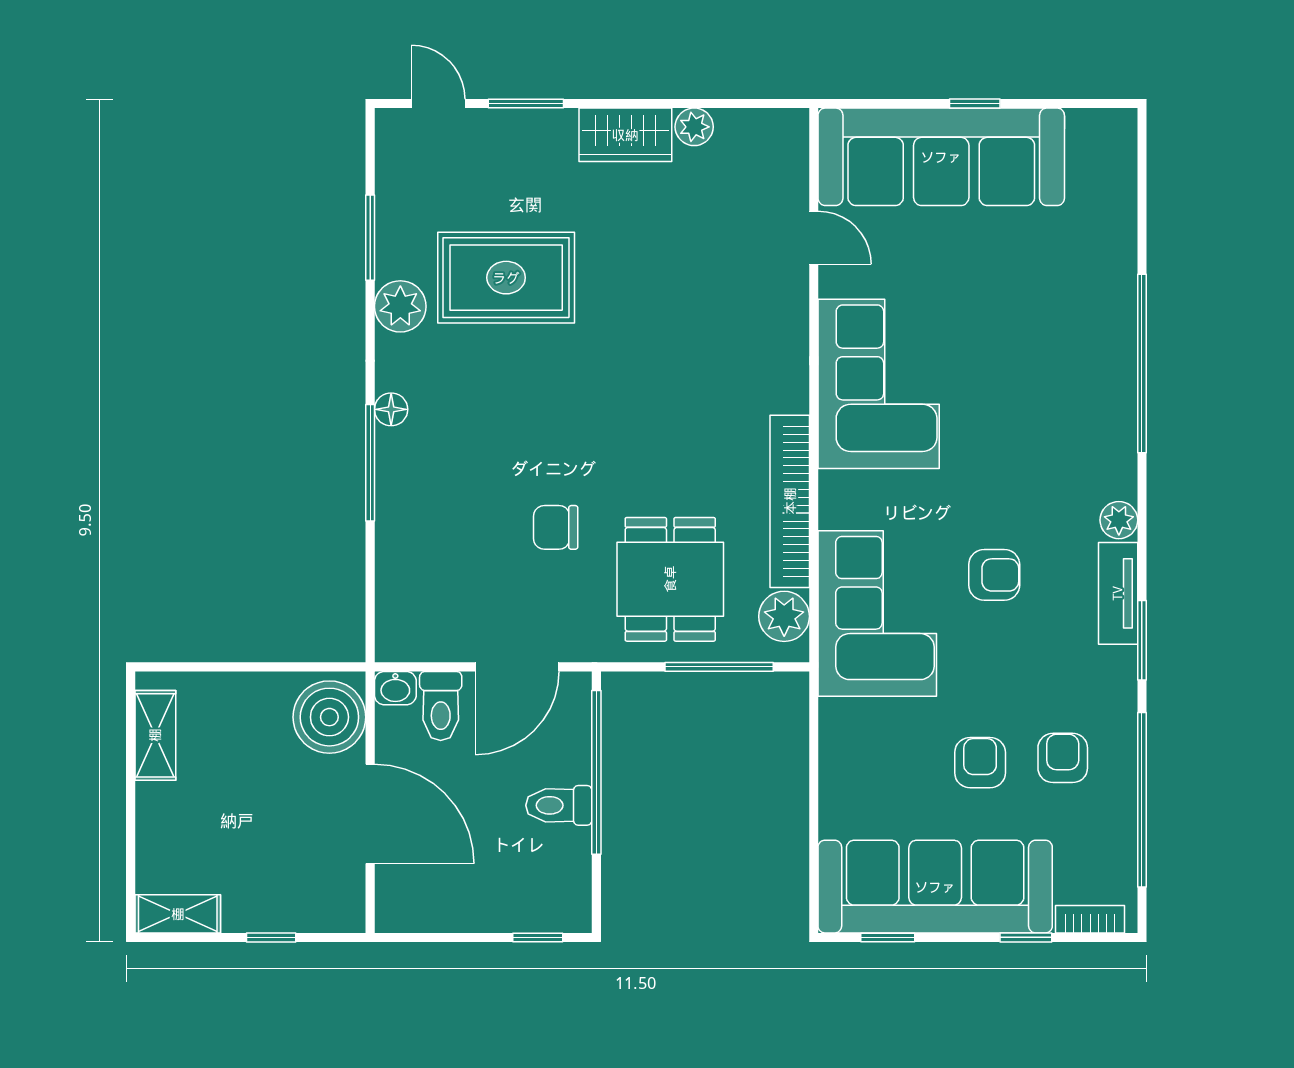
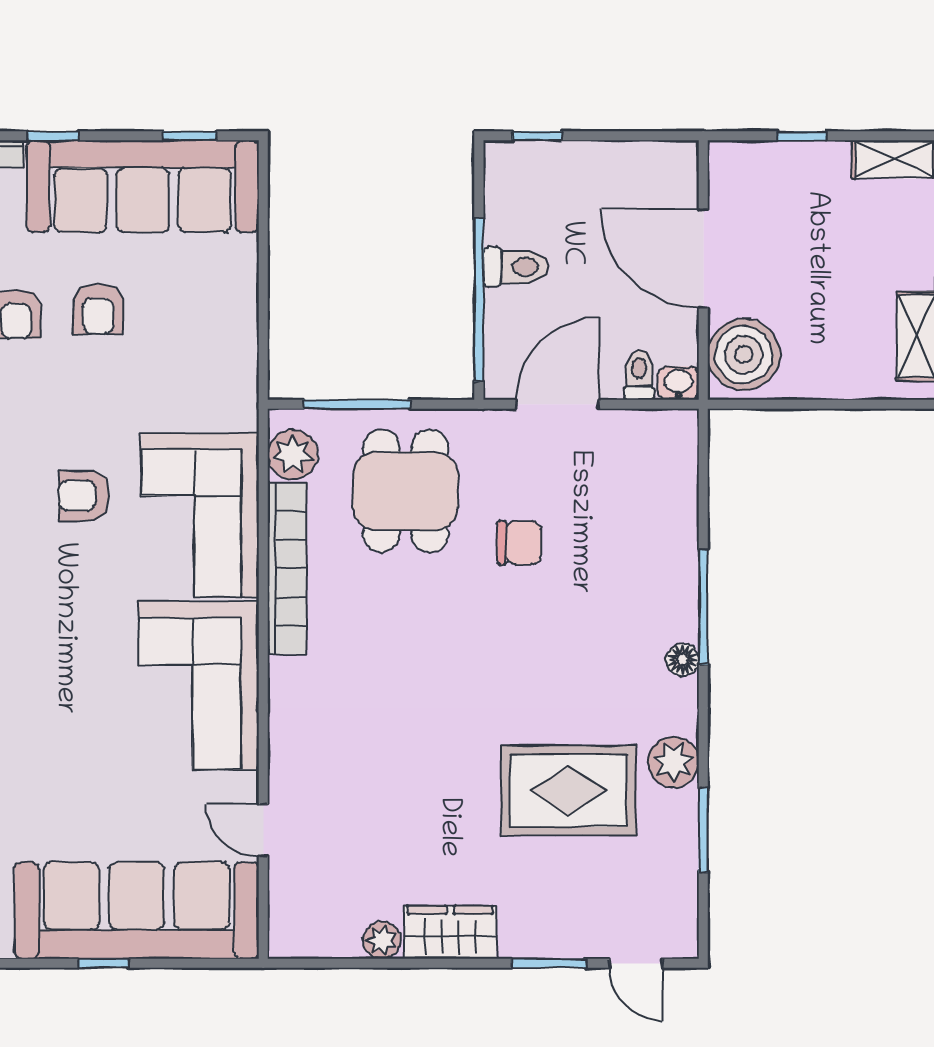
corner sofa: (877, 613) -> (200, 515), moved
toilet: (441, 706) -> (639, 375), width x0.73, depth x0.72

